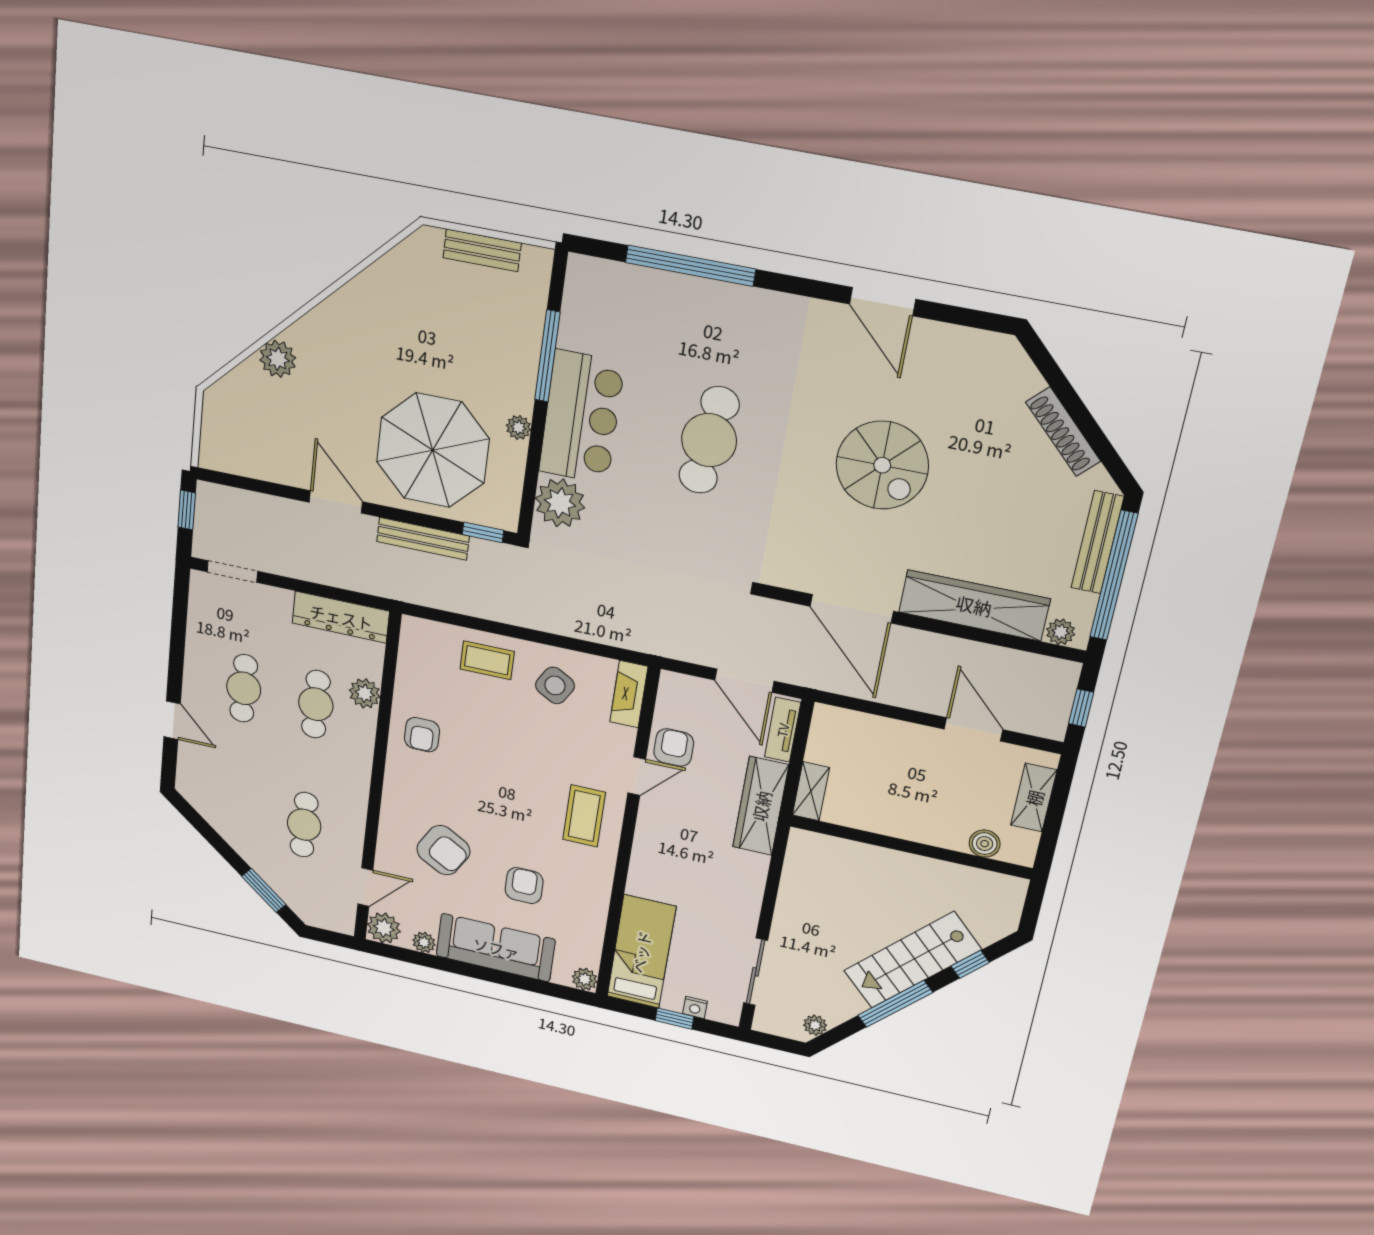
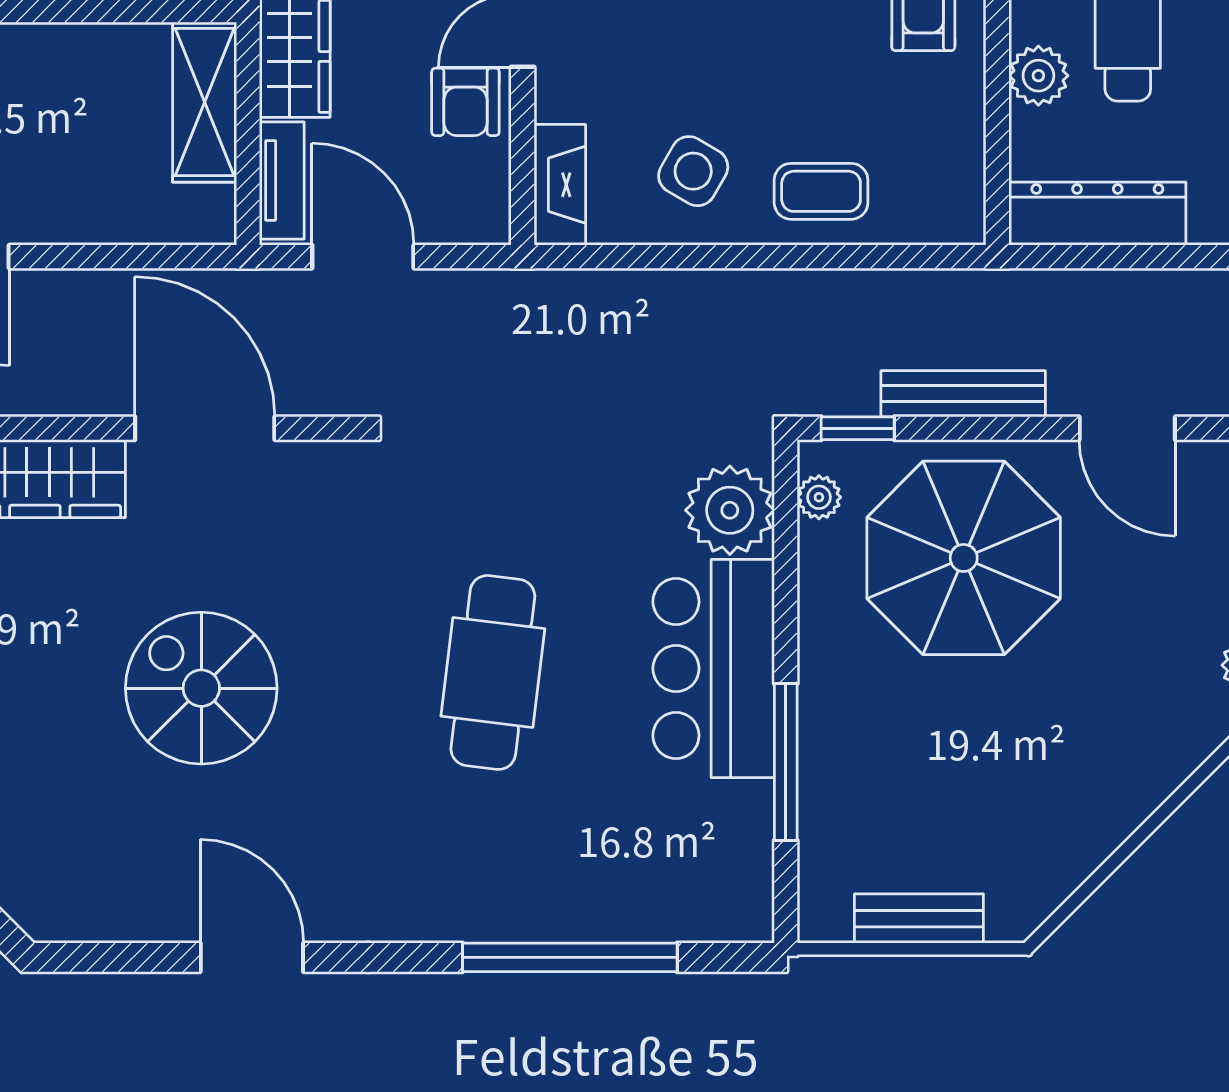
plant: (519, 428) -> (819, 497), moved
shelving: (811, 791) -> (205, 102), width x1.50, depth x1.33

